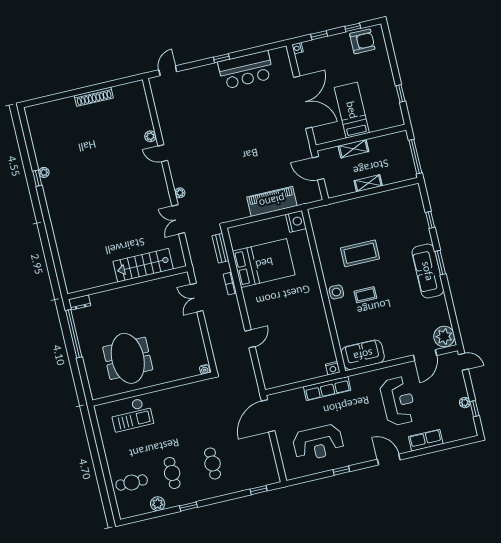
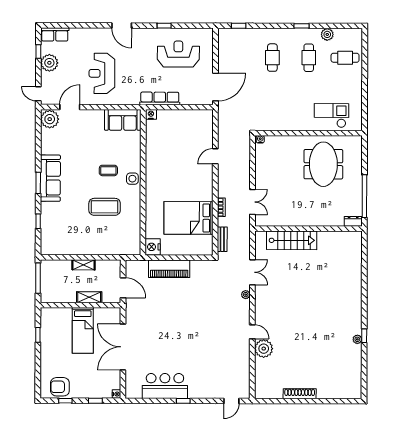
plant: (150, 136) -> (264, 349), width x1.87, depth x1.87
plant: (465, 403) -> (49, 63), width x1.88, depth x1.88
row of seats: (426, 440) -> (55, 34), moved

